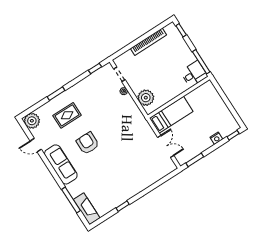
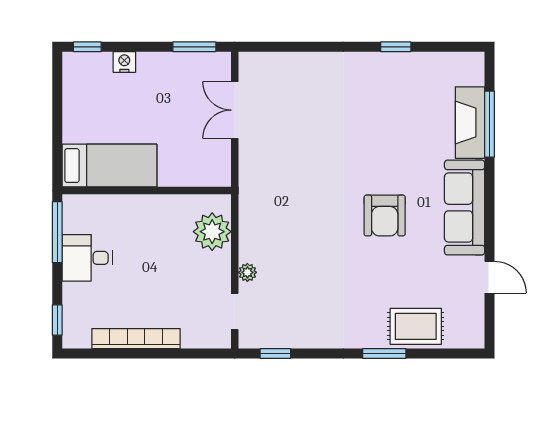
desk: (194, 74) -> (87, 258), moved
rug: (67, 115) -> (416, 326), moved
bed: (171, 115) -> (109, 166), moved, turned 180
plant: (32, 121) -> (466, 330), removed
fireplace: (87, 209) -> (470, 123), moved

